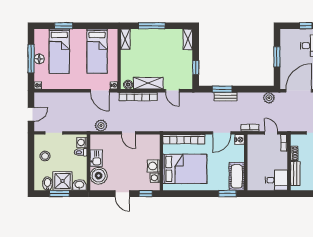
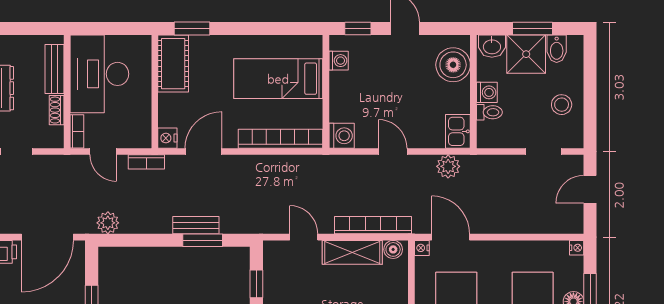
washing machine: (82, 142) -> (487, 92), moved
kitchen sink: (96, 158) -> (458, 131), moved
washing machine: (154, 166) -> (342, 136), moved
bed: (185, 169) -> (278, 79), width x0.67
desk: (276, 180) -> (99, 74), width x1.87, depth x1.30

